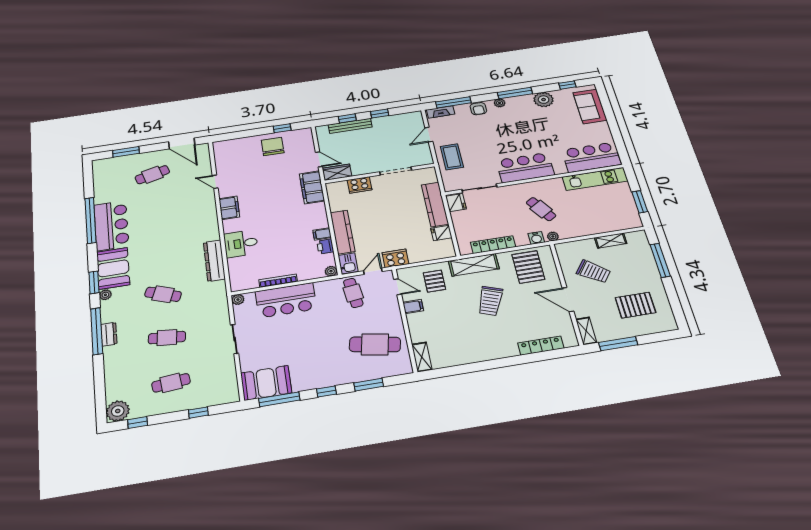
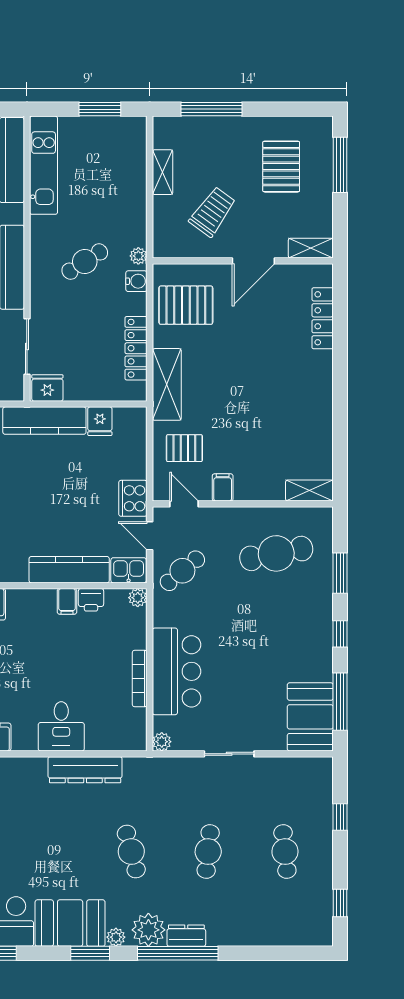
door: (398, 287) -> (184, 504), hinge flipped
cafe table: (353, 293) -> (182, 571), turned -33
cafe table: (163, 294) -> (131, 852), turned -36
trolley: (490, 301) -> (234, 374), removed
cafe table: (375, 344) -> (276, 553), turned 68
window: (618, 344) -> (340, 165), moved
plant: (118, 411) -> (148, 930), moved

